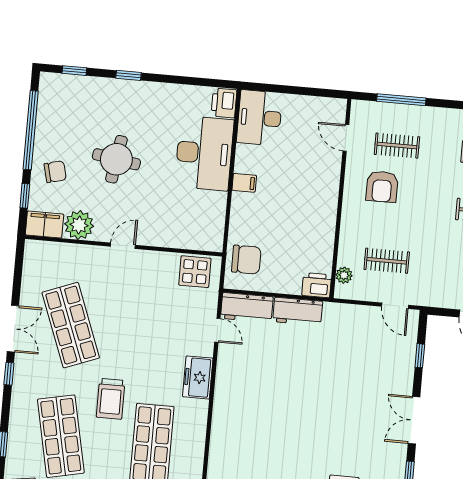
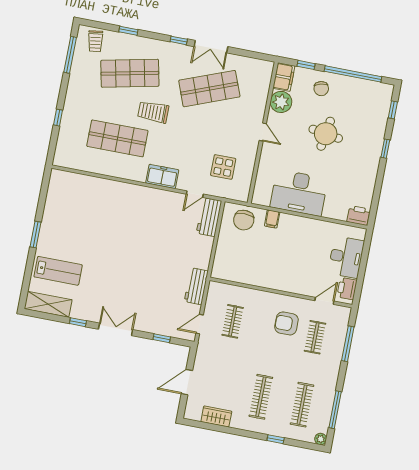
desk: (259, 118) -> (346, 257), moved, turned 90
desk: (204, 153) -> (299, 193), moved
filing cabinet: (244, 183) -> (272, 219), moved
display table: (195, 272) -> (223, 167), moved
plant: (344, 275) -> (225, 289), removed
printer: (317, 285) -> (347, 288), moved, turned 180
workbench: (298, 311) -> (196, 286), moved

